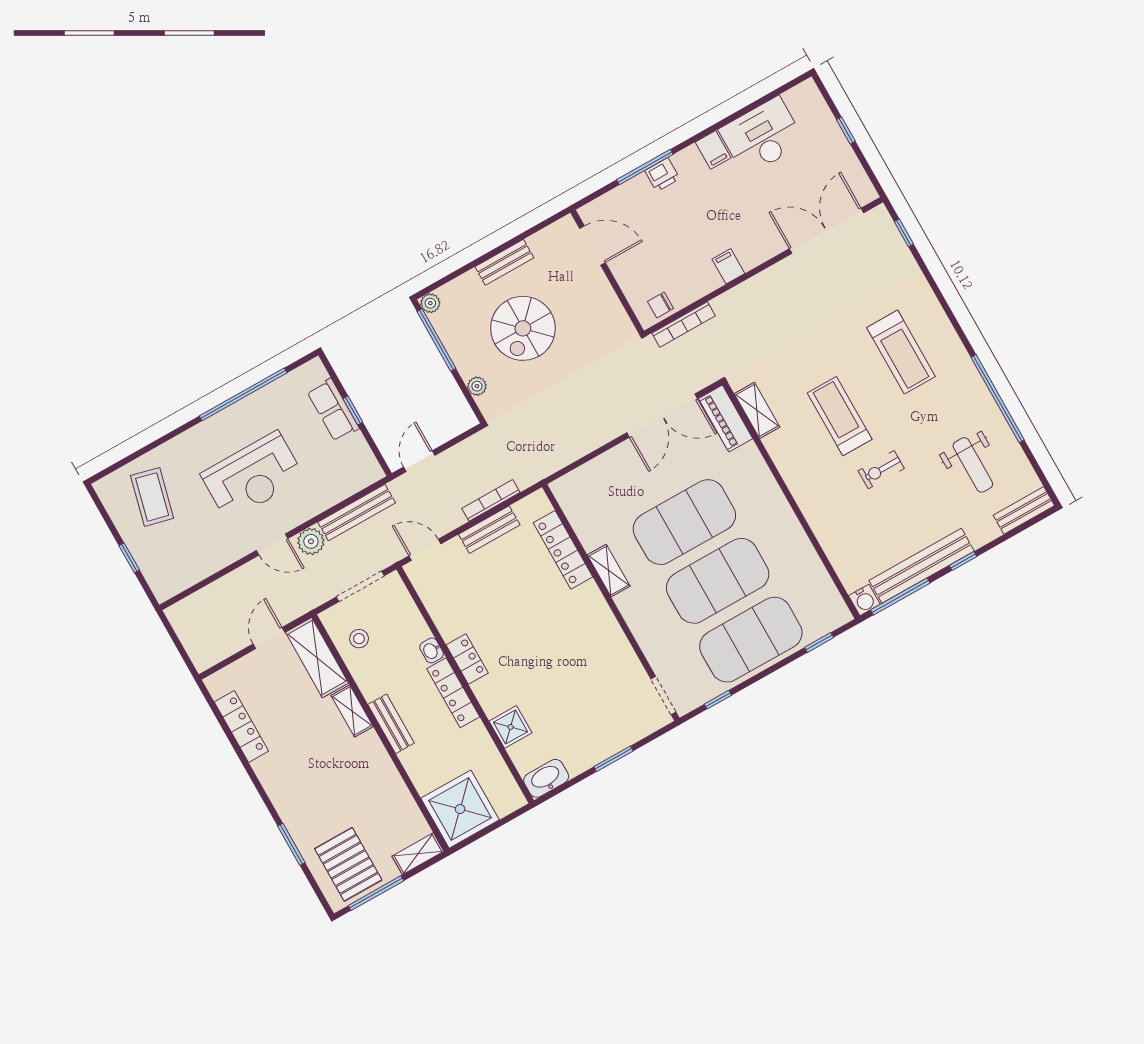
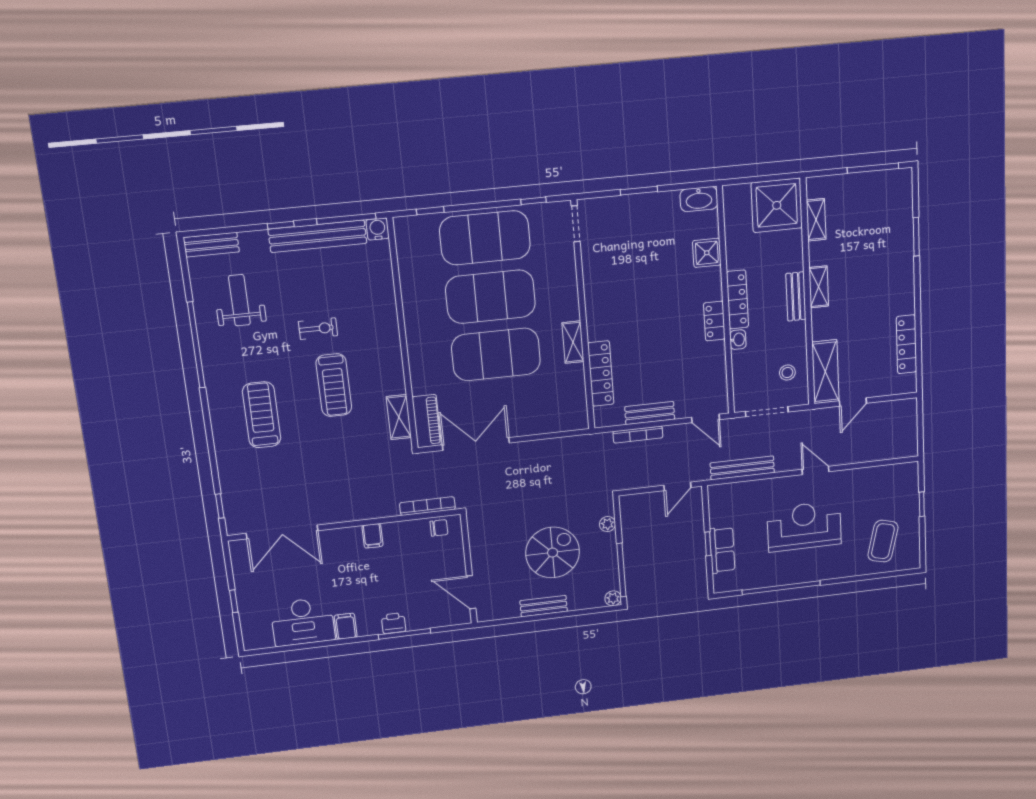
plant: (311, 541) -> (786, 461), removed
shelving: (352, 711) -> (819, 287), moved
shelving: (418, 854) -> (816, 220), moved, turned 90
pallet: (348, 864) -> (882, 201), removed

